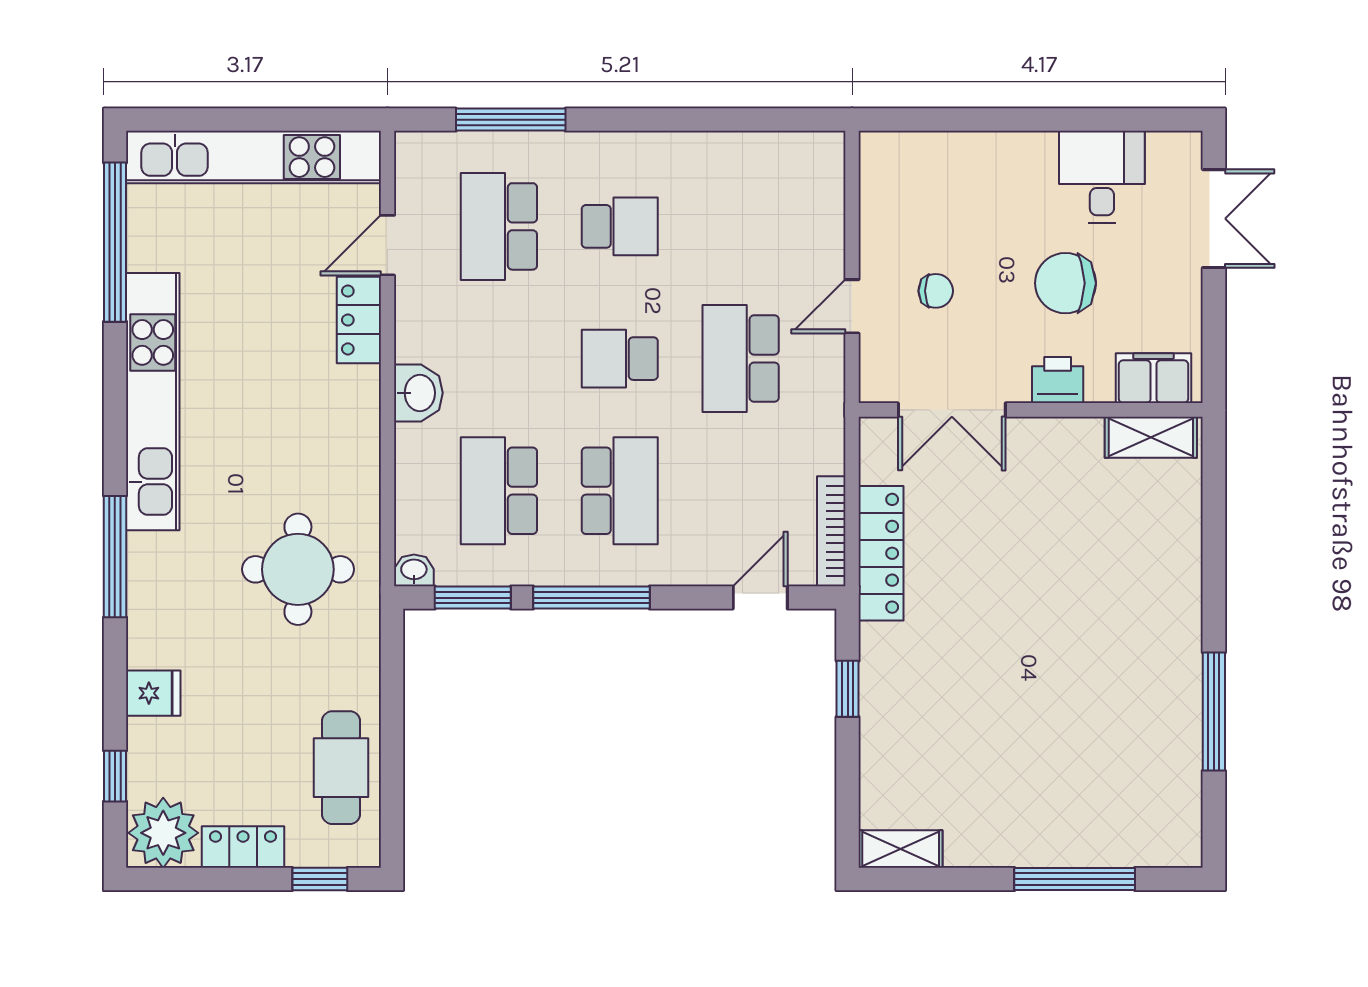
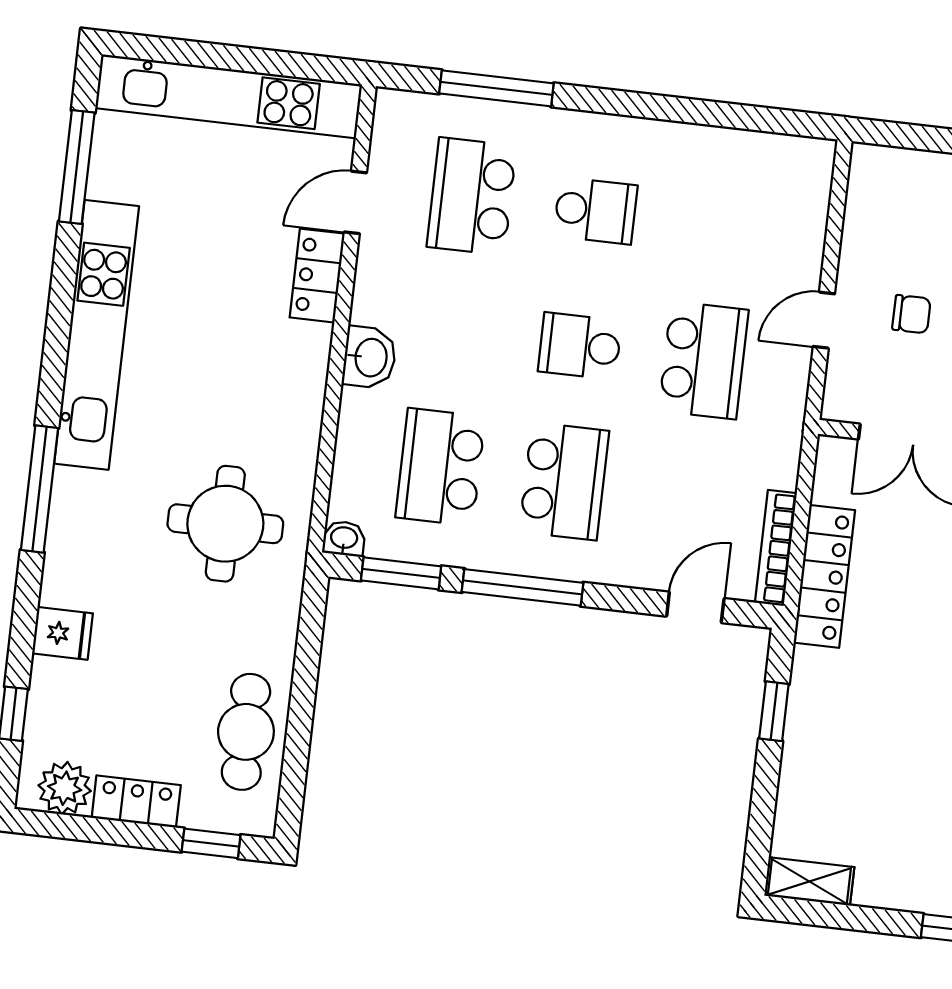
window: (115, 242) -> (77, 167), width x0.68
school desk: (741, 359) -> (704, 360), turned 180
plant: (163, 833) -> (65, 788), width x0.73, depth x0.73

